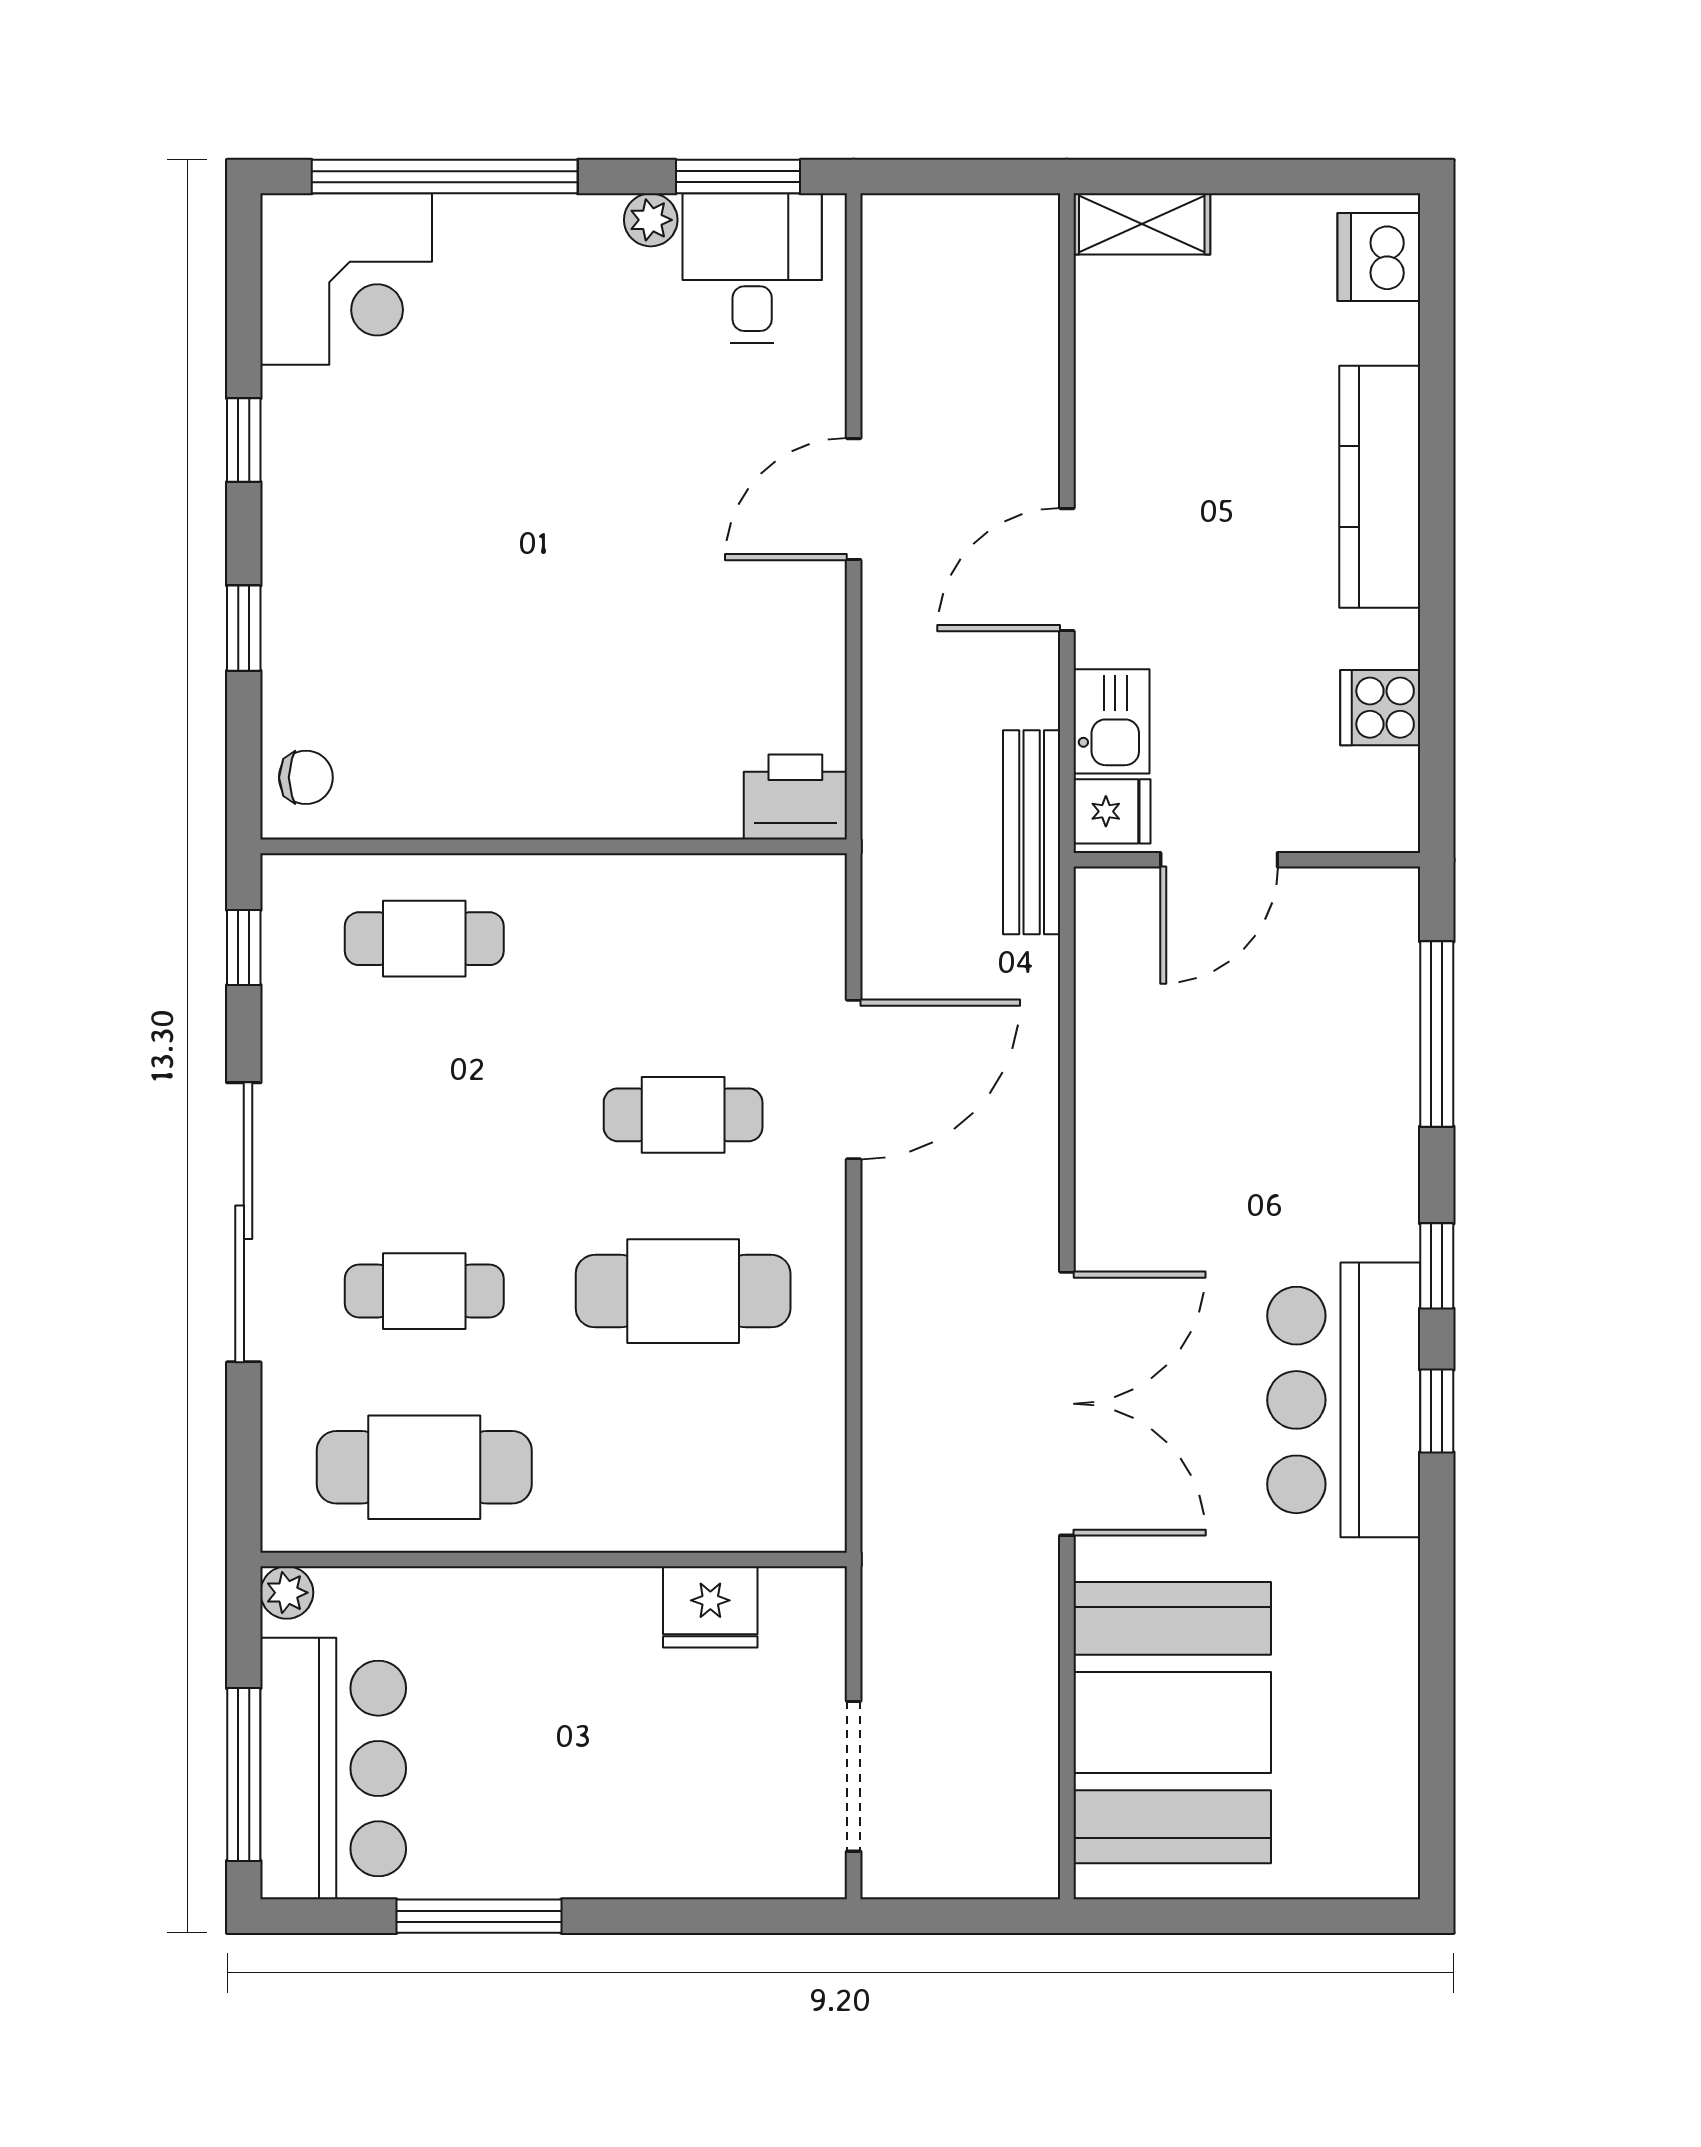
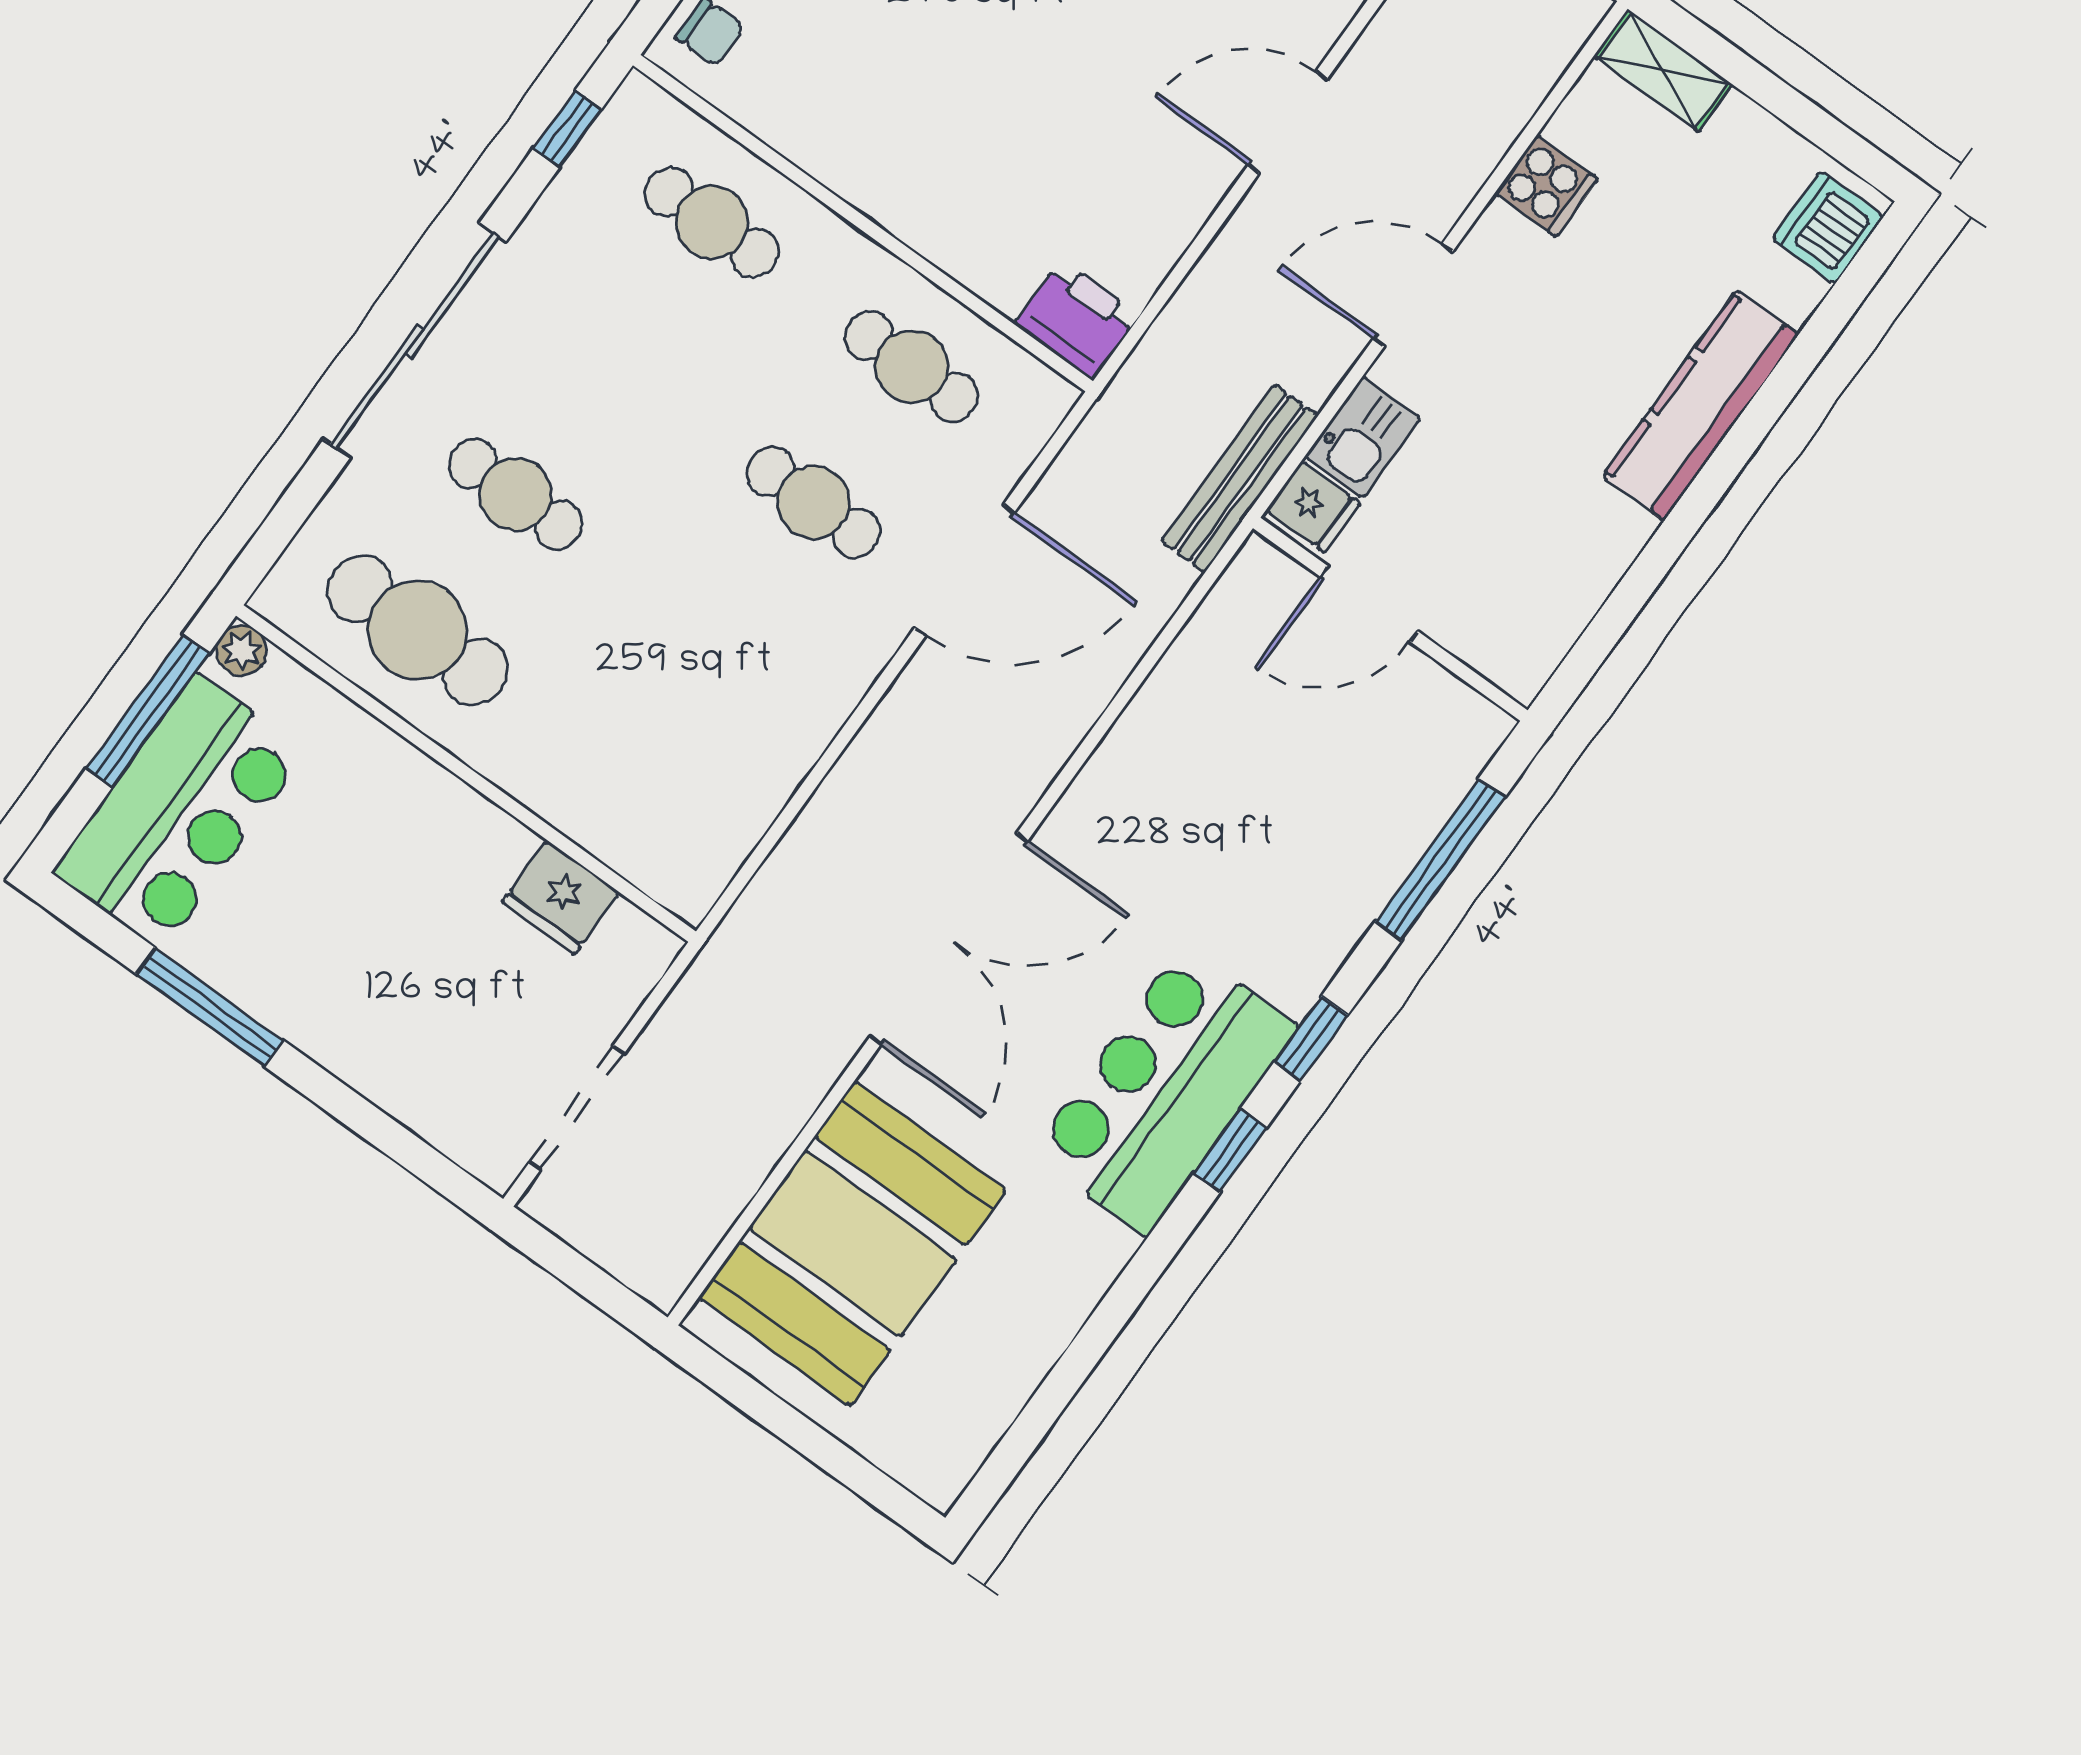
cooker: (1380, 708) -> (1546, 186), moved, turned 180
cafe table: (683, 1291) -> (911, 366), moved, width x0.73, depth x0.74
window: (244, 1774) -> (148, 711), moved

